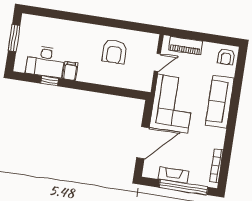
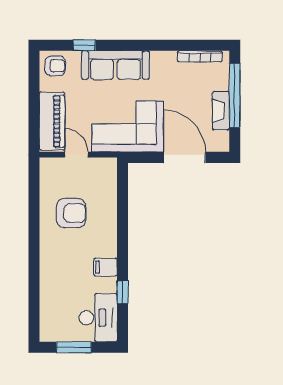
piano: (186, 46) -> (52, 121), width x1.37, depth x1.33
desk: (45, 62) -> (98, 318), moved
window: (238, 81) -> (84, 45), added

